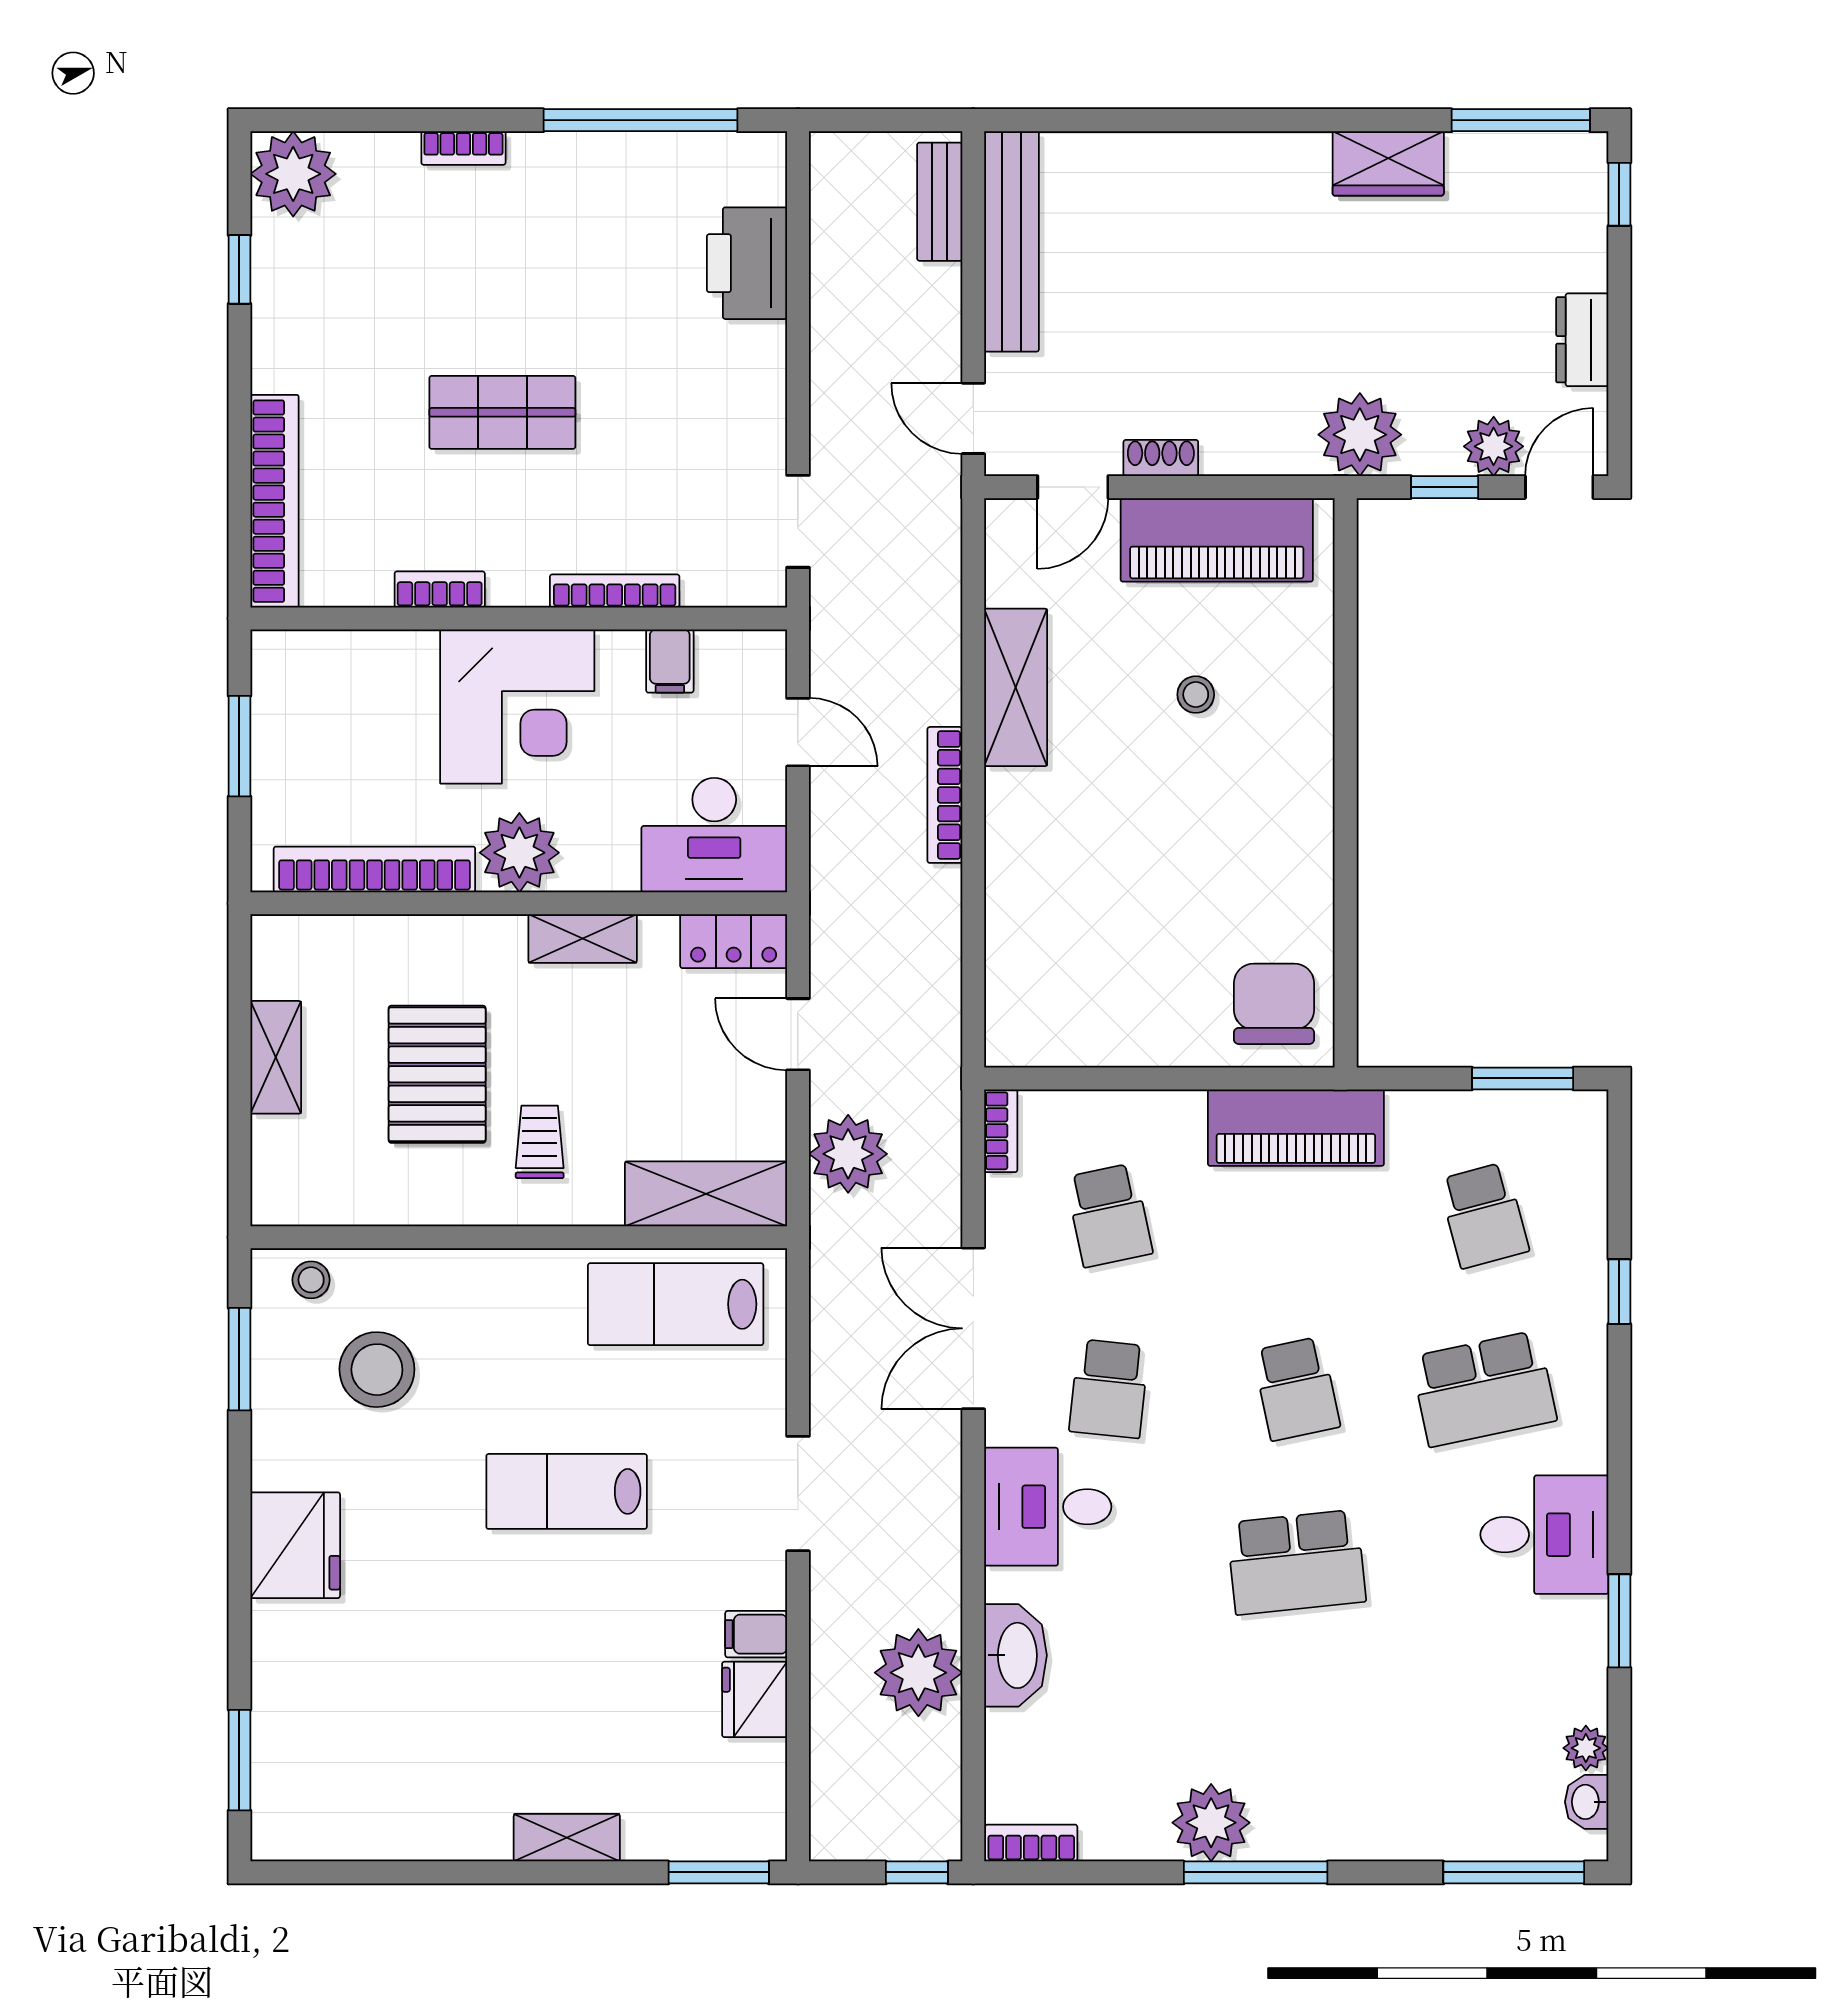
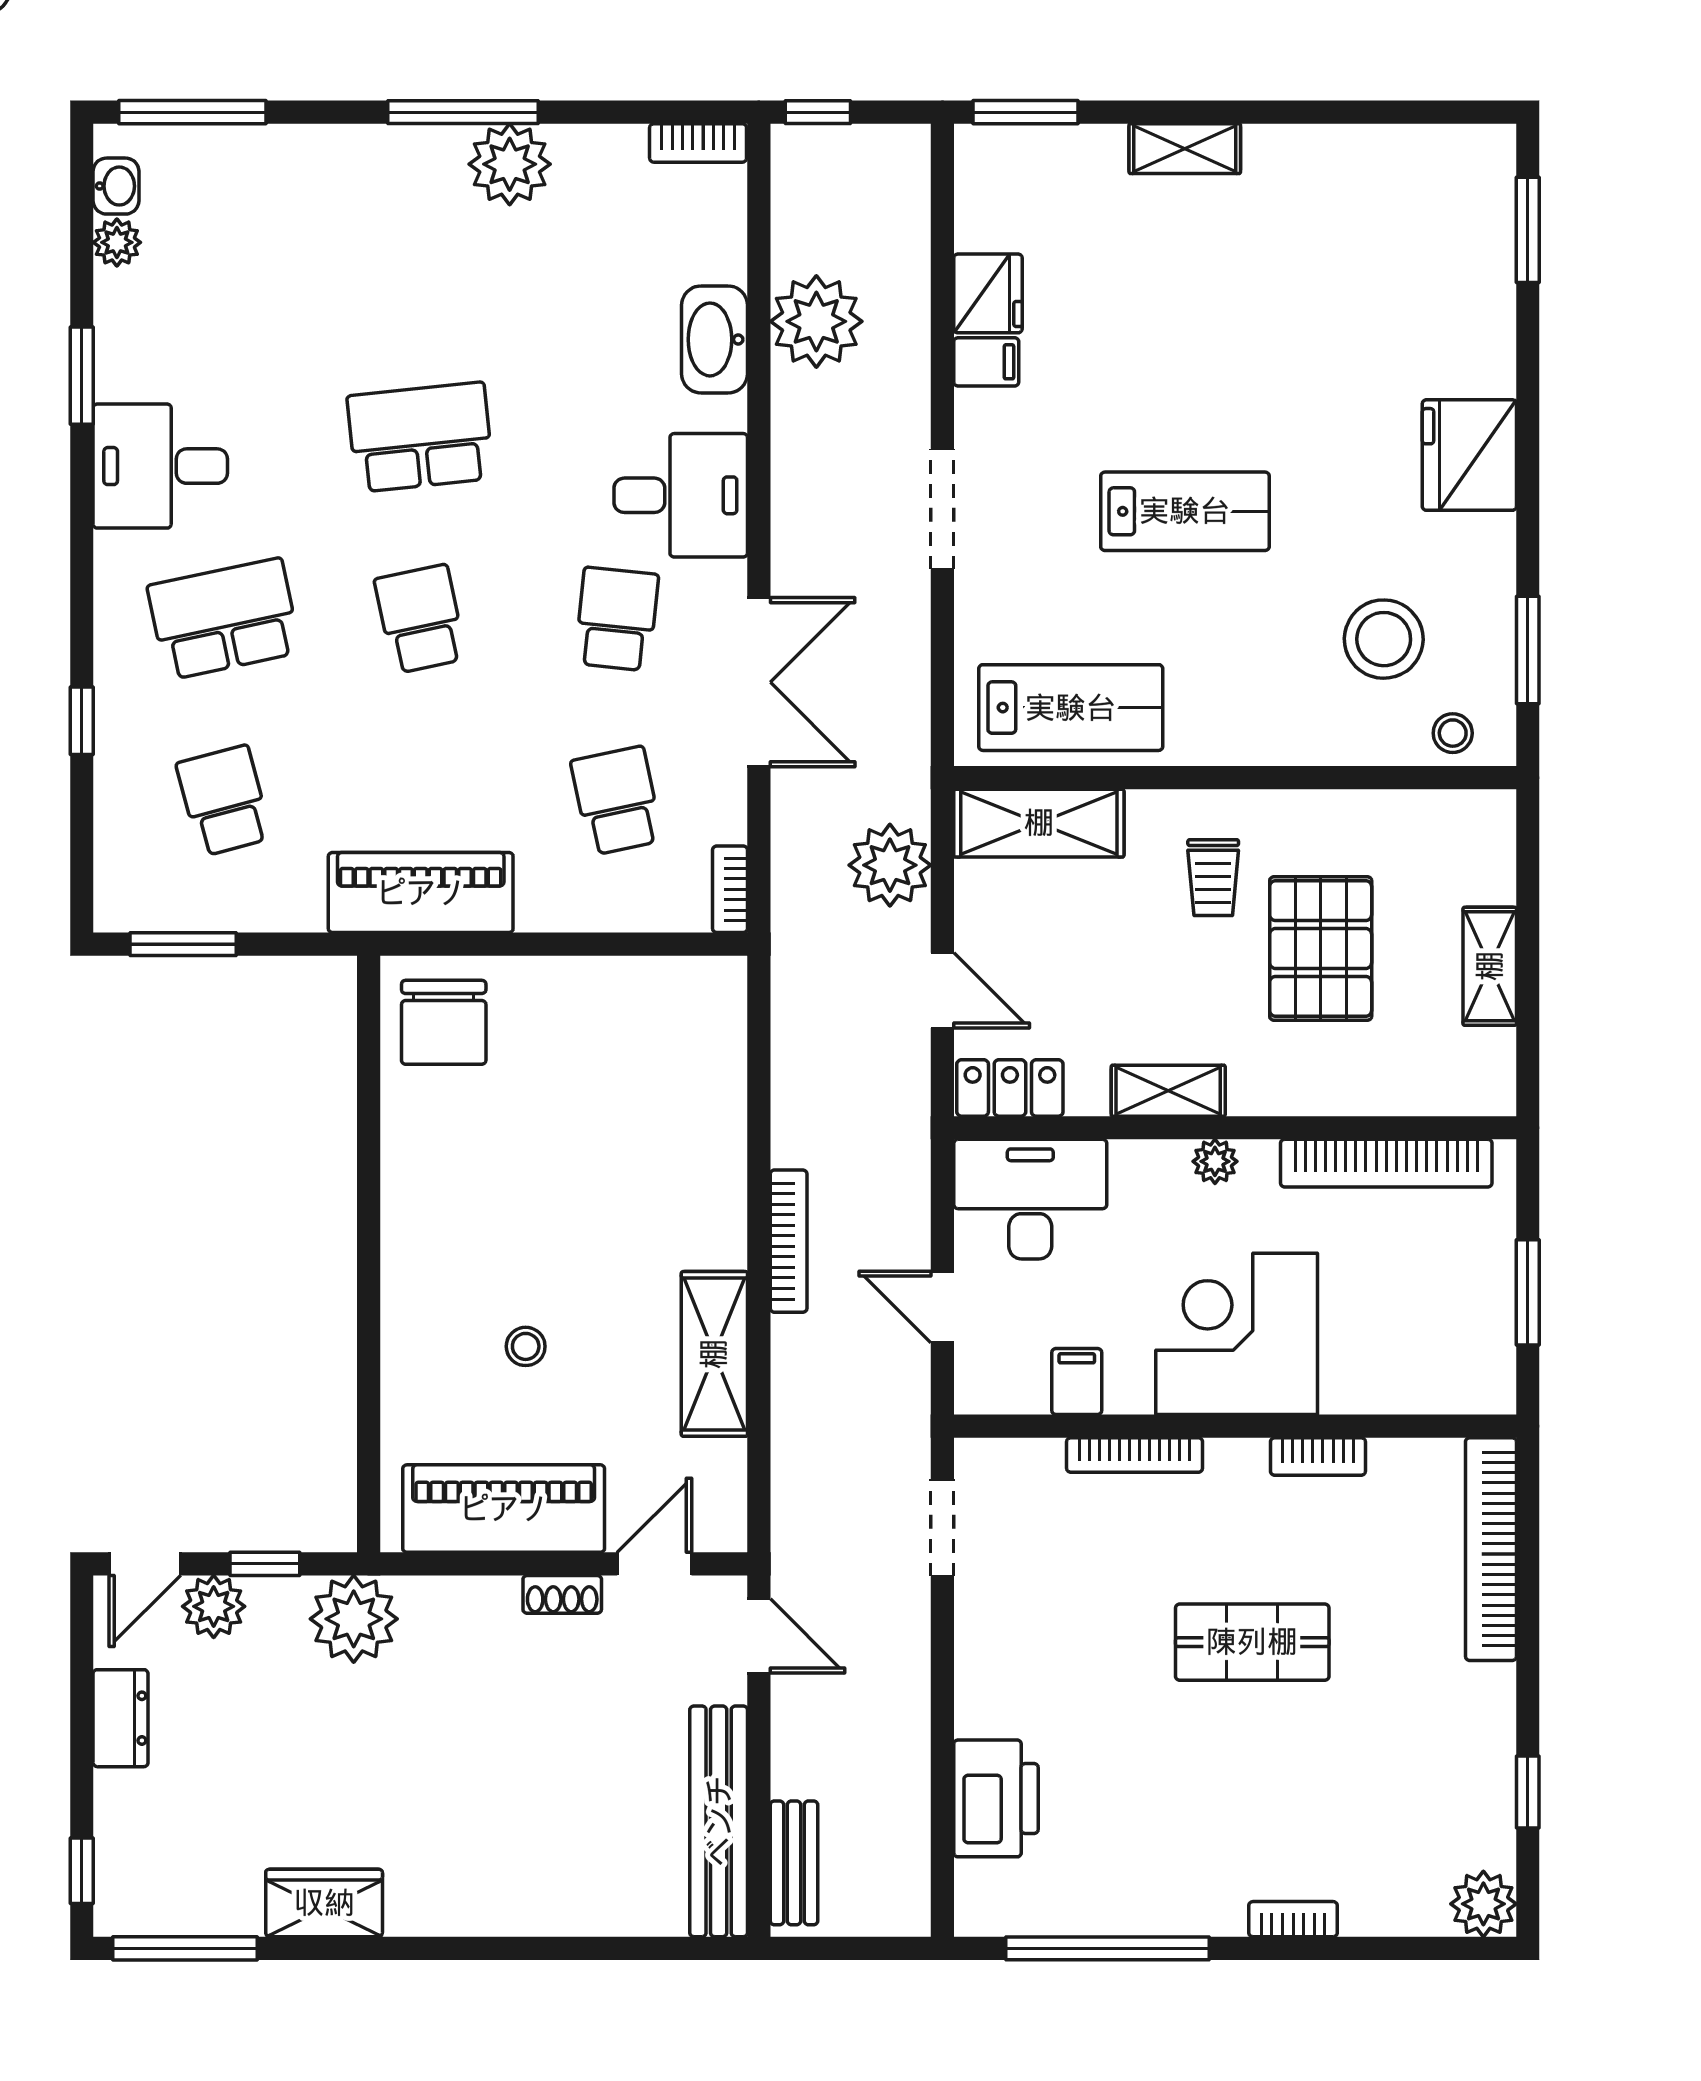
plant: (293, 174) -> (1483, 1904), width x0.73, depth x0.73
plant: (519, 853) -> (1215, 1161), width x0.53, depth x0.53

